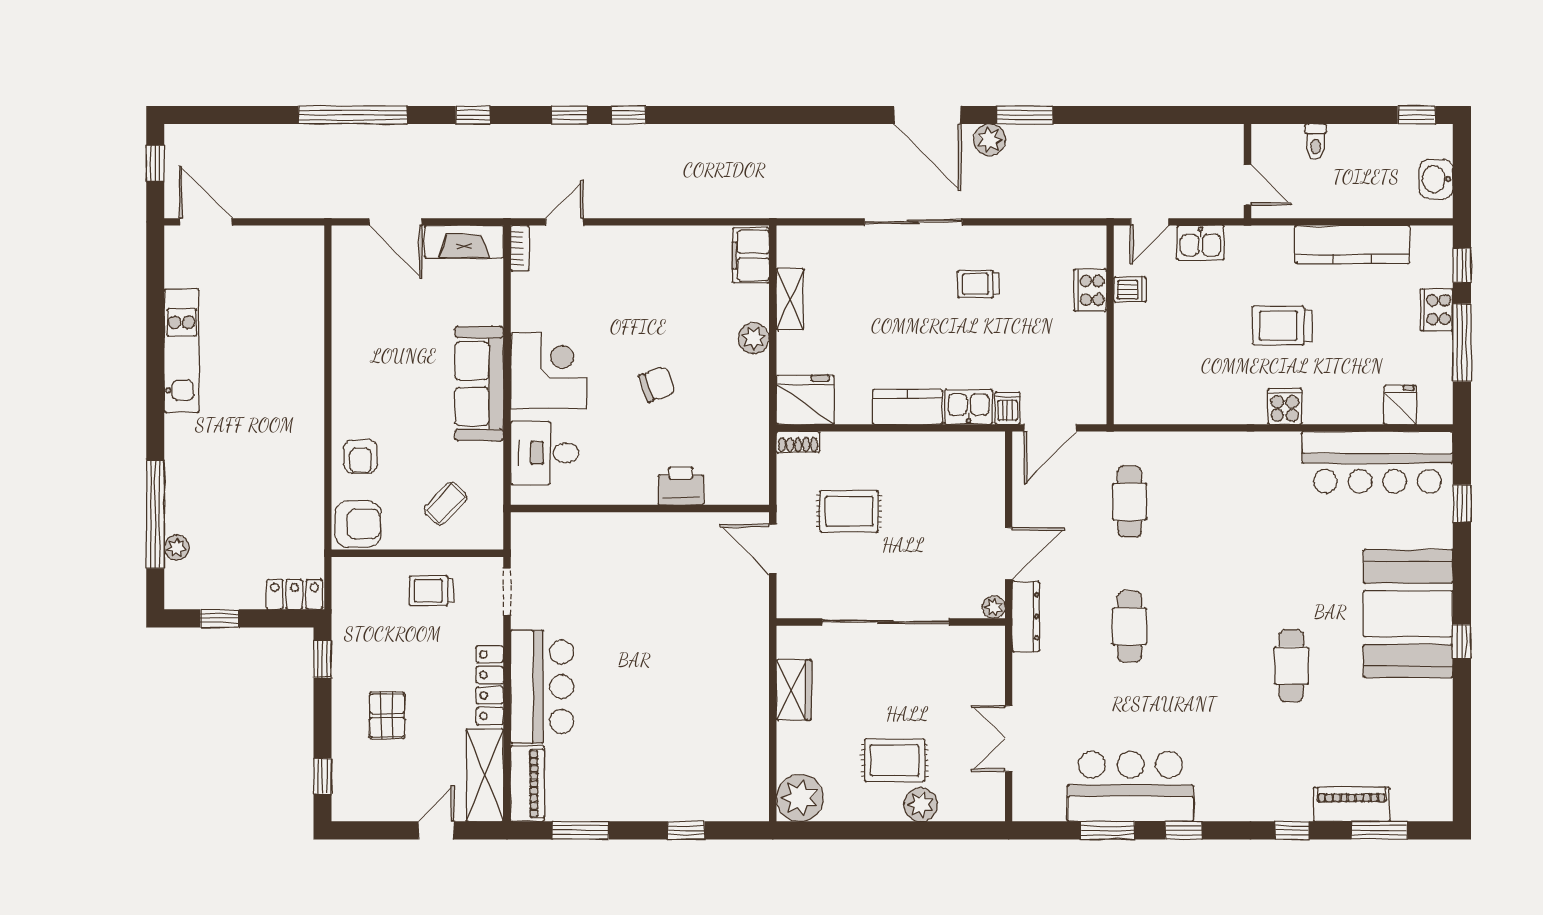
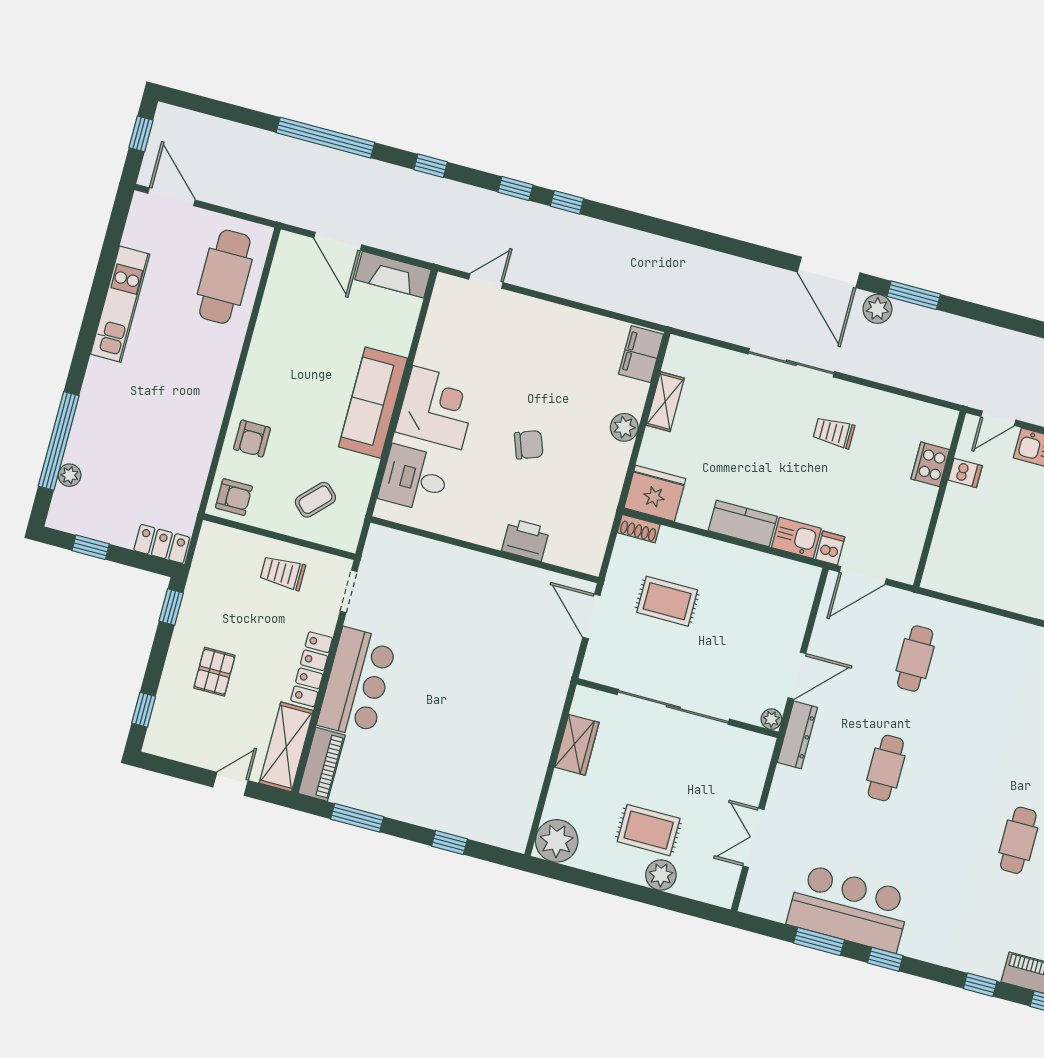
bookcase: (520, 248) -> (440, 294), removed
cafe table: (285, 292) -> (225, 277), added
armchair: (358, 524) -> (234, 497), width x0.72, depth x0.72

